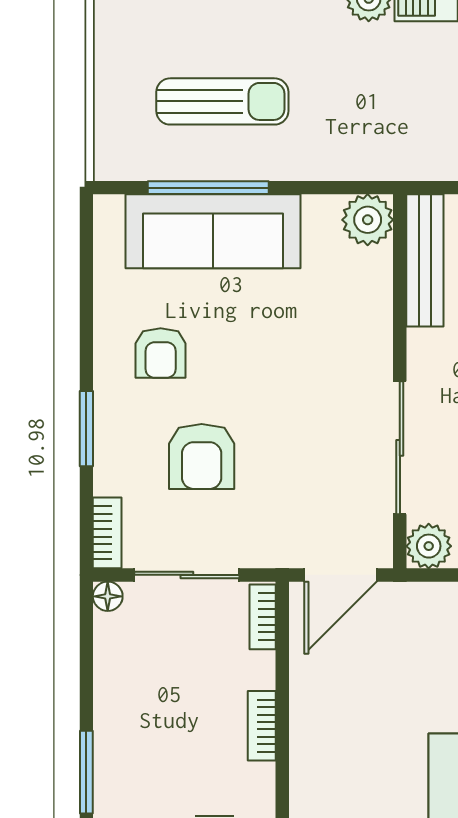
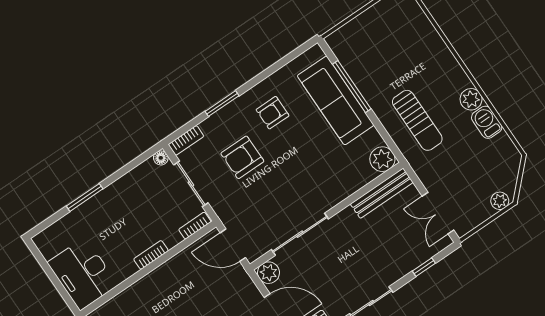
sun lounger: (222, 101) -> (417, 120), moved

